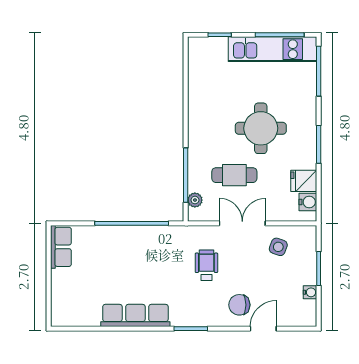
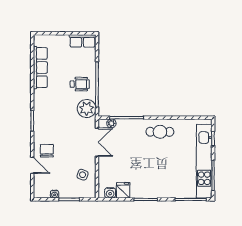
kitchen unit: (272, 49) -> (204, 161), width x1.36
round table: (261, 128) -> (155, 164), removed
cafe table: (234, 175) -> (160, 132), moved, turned 90
double door: (242, 223) -> (97, 142), moved
plant: (171, 240) -> (87, 109), added
wheelchair: (206, 265) -> (80, 84), moved
row of seats: (135, 315) -> (40, 68), moved

